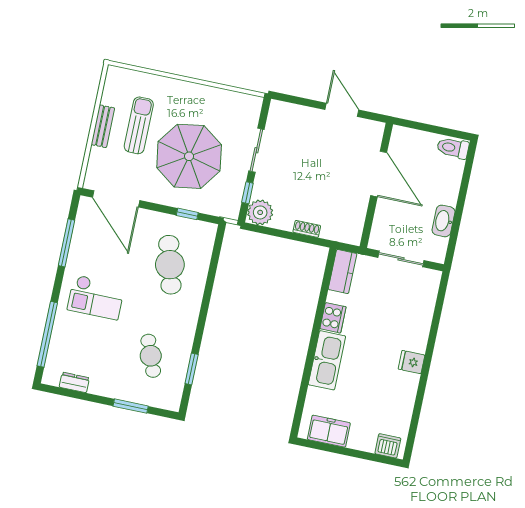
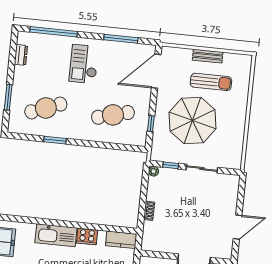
plant: (260, 212) -> (154, 171), width x0.53, depth x0.53
cafe table: (151, 356) -> (46, 108), width x1.37, depth x1.35
window: (192, 369) -> (55, 140), moved

